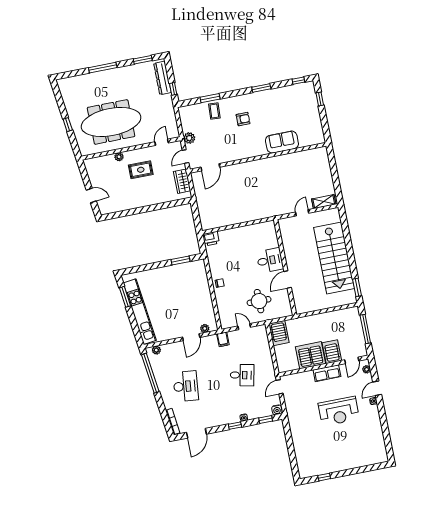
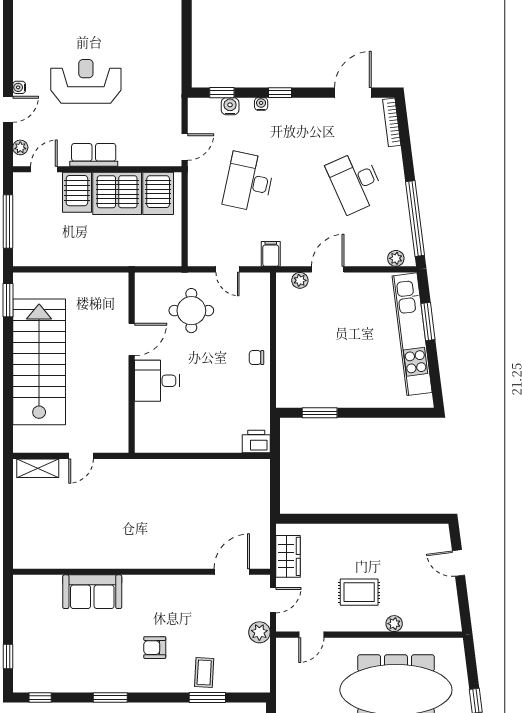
window: (125, 297) -> (428, 322), moved
server rack: (279, 333) -> (158, 193), moved, turned 180
desk: (242, 375) -> (249, 182), width x1.37
desk: (186, 386) -> (355, 182), turned -30
water cooler: (277, 410) -> (230, 106), moved

